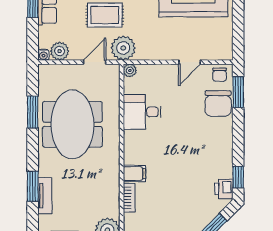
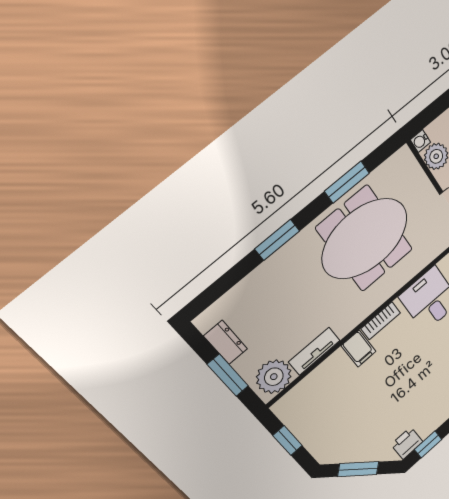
window: (33, 186) -> (277, 240), moved
tv unit: (45, 196) -> (314, 351), moved, turned 180
bookcase: (129, 198) -> (381, 321), moved

